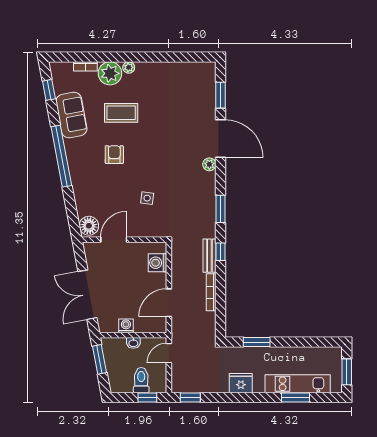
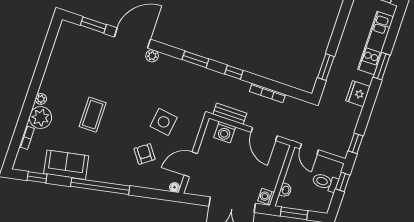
coffee table: (121, 113) -> (93, 115), moved
armchair: (114, 155) -> (145, 154), moved, turned 54
side table: (147, 198) -> (164, 122), width x1.87, depth x1.87
floor lamp: (89, 226) -> (174, 187), width x0.53, depth x0.53
door: (114, 240) -> (191, 164), hinge flipped
bench: (209, 256) -> (230, 114), moved
washing machine: (126, 326) -> (266, 197), moved
washbasin: (133, 343) -> (285, 190), moved
window: (296, 398) -> (382, 66), moved

